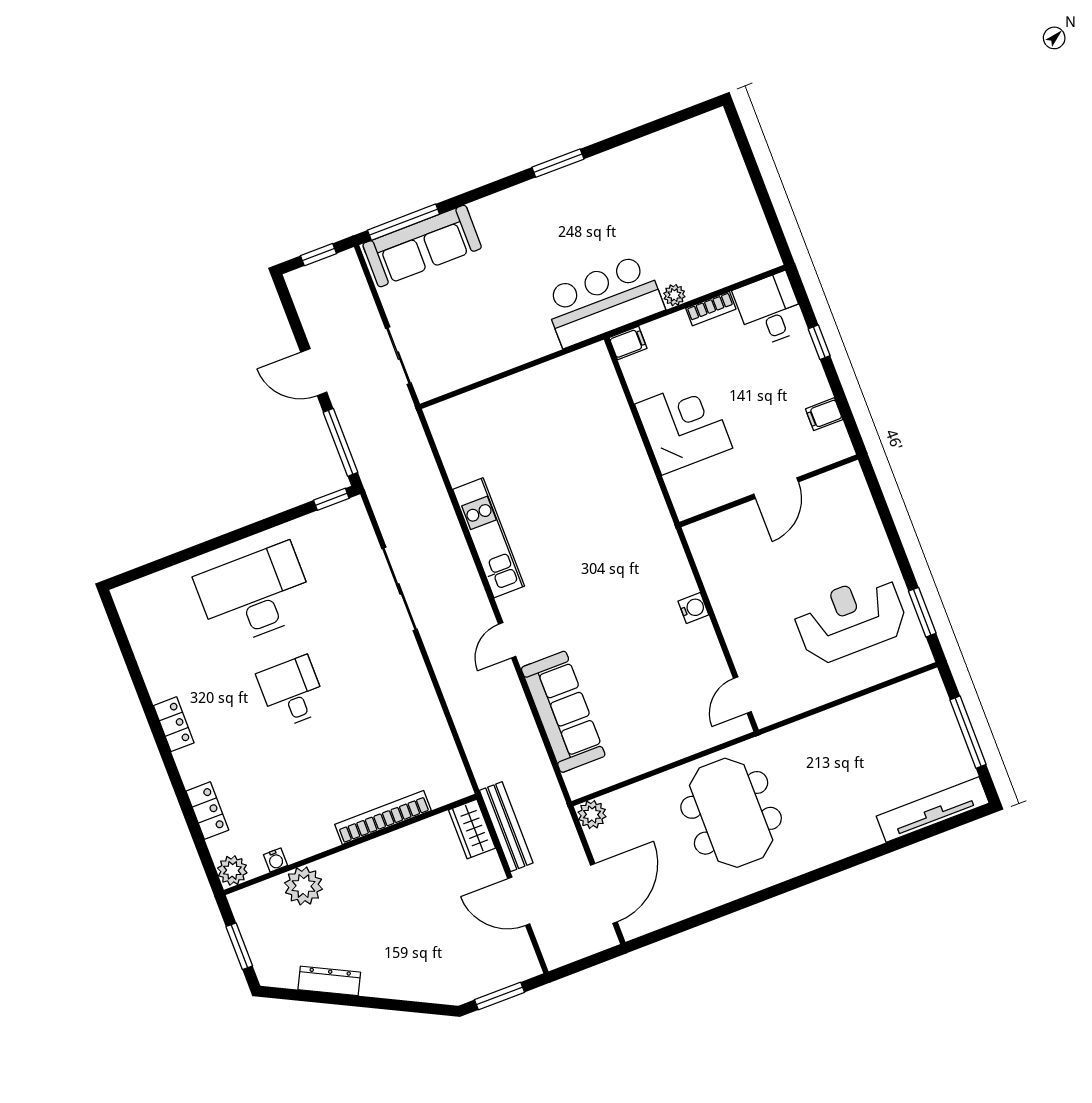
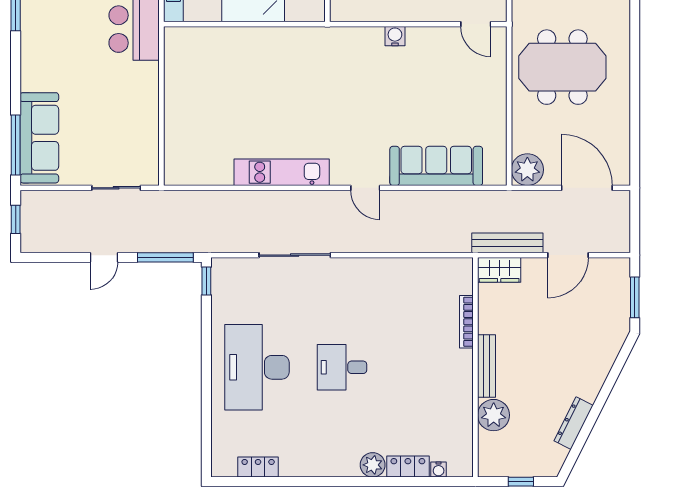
door: (314, 372) -> (104, 257), width x0.73
locker: (174, 724) -> (258, 467), moved
plant: (592, 814) -> (527, 170), width x1.36, depth x1.36
bookcase: (383, 817) -> (466, 322), width x0.68, depth x0.76
bench: (356, 857) -> (487, 366), added
water cooler: (276, 860) -> (439, 469), moved, turned 90
plant: (232, 870) -> (373, 465), moved
window: (239, 946) -> (521, 482), width x0.67

